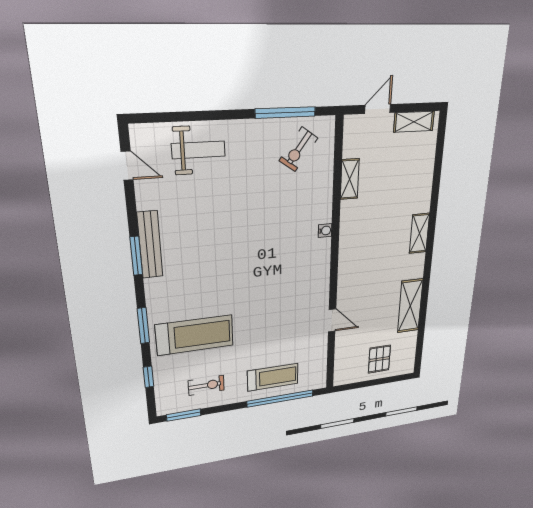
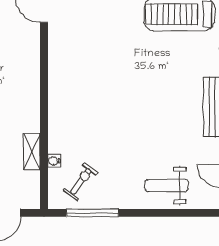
water cooler: (325, 231) -> (54, 161), moved

